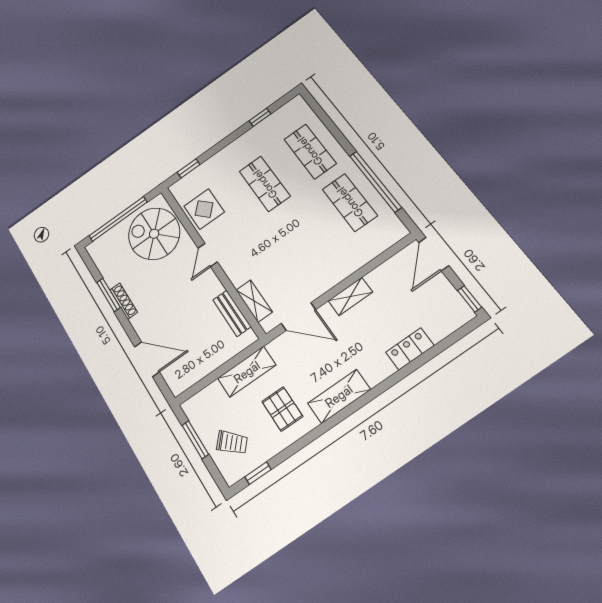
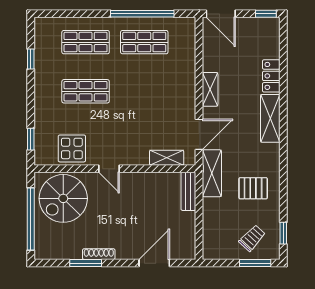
bench: (232, 313) -> (188, 191), moved, turned 90
shelving: (247, 372) -> (212, 173), moved
shelving: (339, 396) -> (270, 118), moved
window: (195, 440) -> (255, 263), moved

